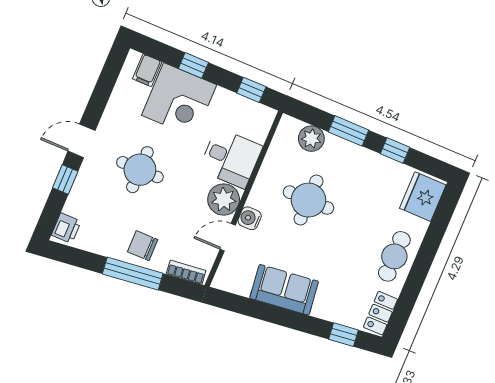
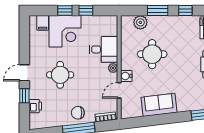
window: (251, 90) -> (86, 11), moved
plant: (224, 200) -> (113, 68), width x0.53, depth x0.53
printer: (66, 228) -> (35, 106), moved

